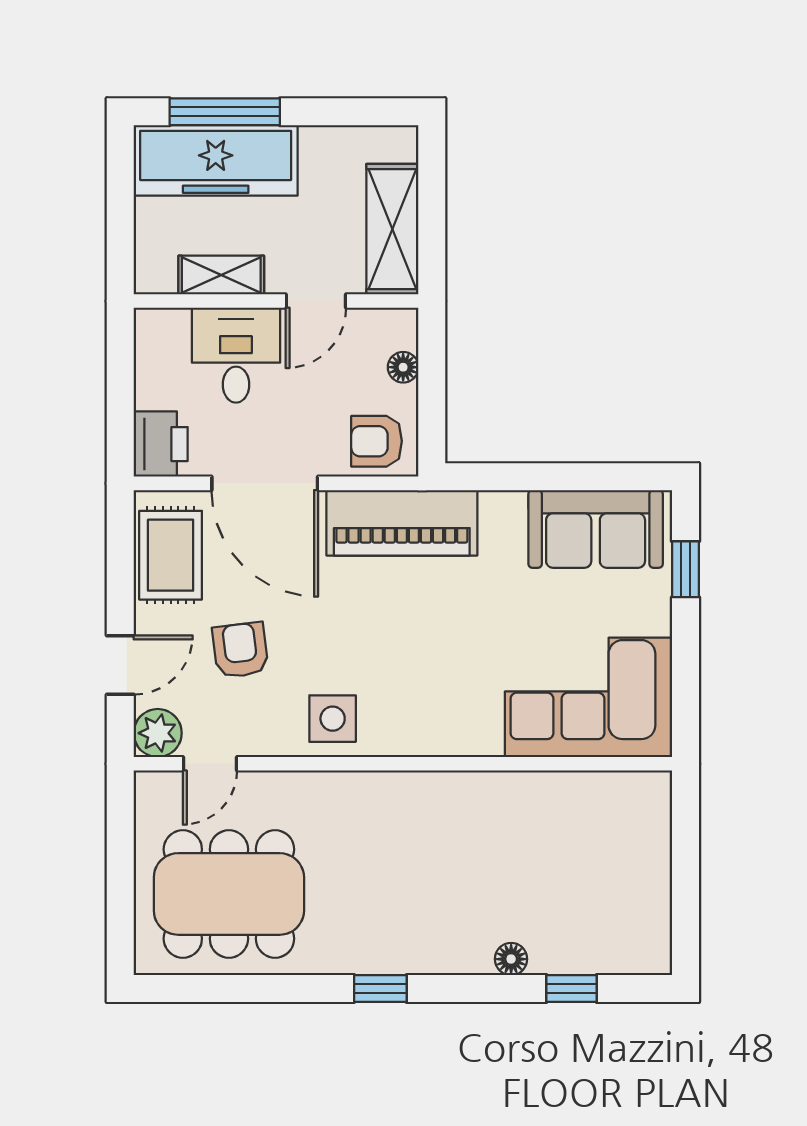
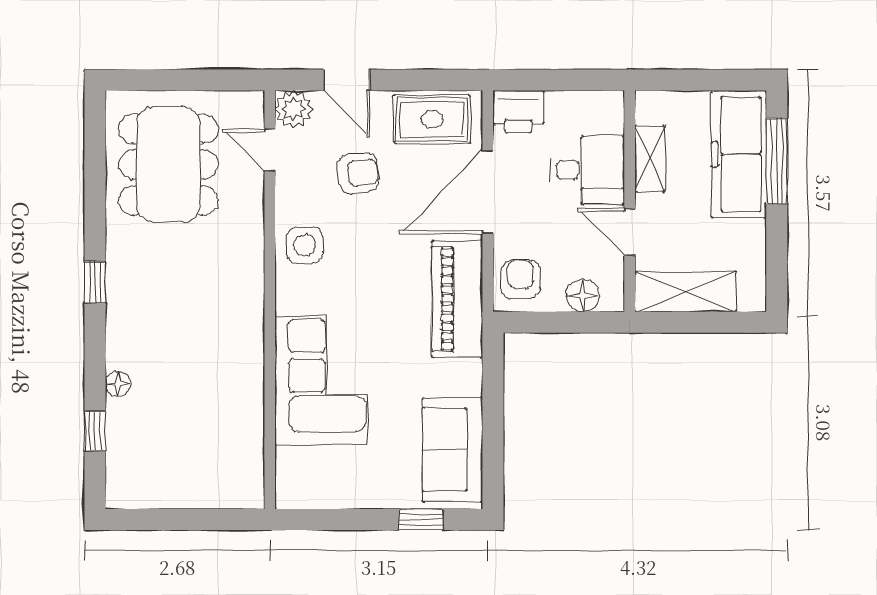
floor lamp: (403, 367) -> (582, 296), width x1.37, depth x1.37
corner sofa: (588, 697) -> (321, 380), moved

